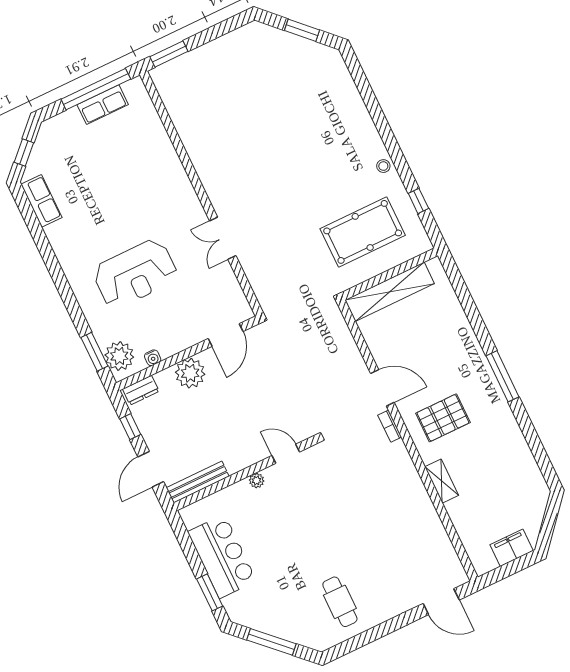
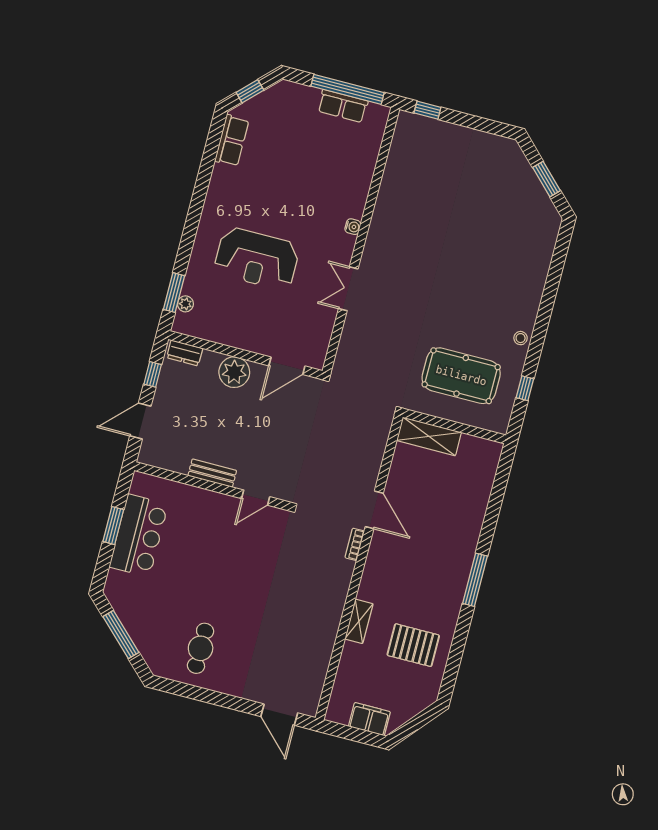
window: (169, 54) -> (427, 110), width x0.67
shelving: (390, 292) -> (429, 436), width x0.68
plant: (119, 356) -> (185, 304), width x0.53, depth x0.53
water cooler: (153, 358) -> (353, 227), moved, turned -90
pallet: (443, 418) -> (413, 645), moved
door: (286, 454) -> (256, 498), swing flipped
plant: (257, 480) -> (215, 499), removed
bench: (198, 482) -> (212, 473), moved, width x0.73
window: (210, 592) -> (113, 526), moved

